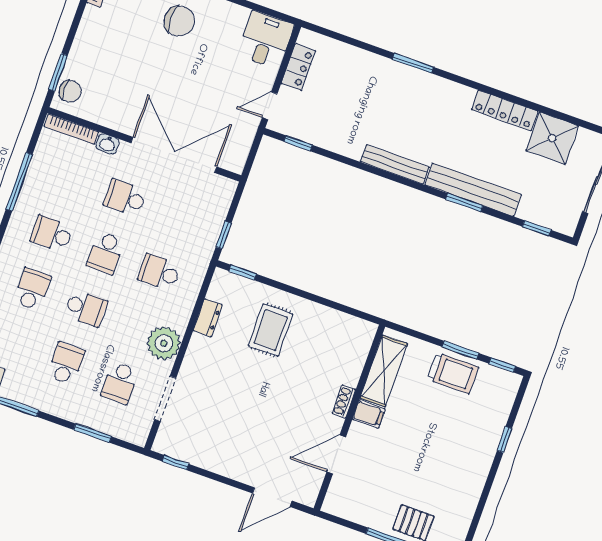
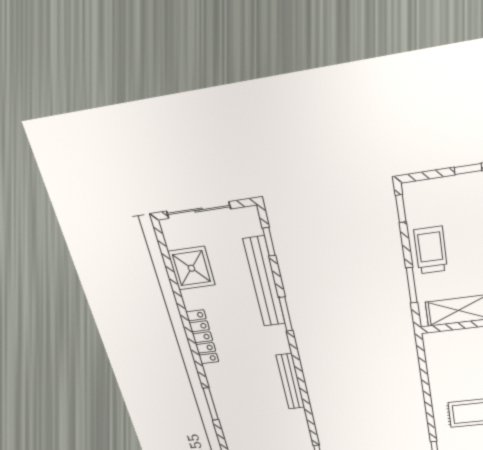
locker: (505, 110) -> (203, 337), moved
bench: (473, 190) -> (264, 282), moved
window: (460, 350) -> (412, 285), moved

